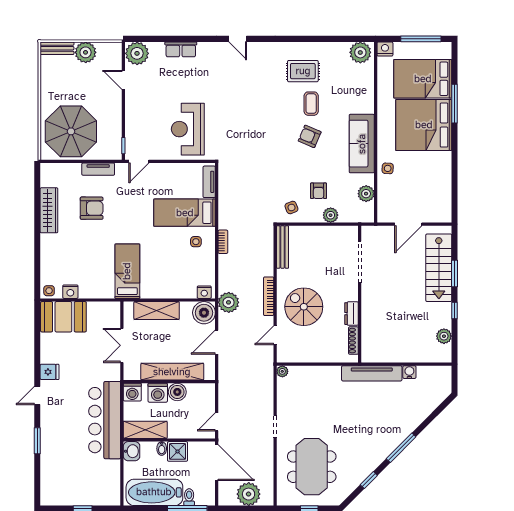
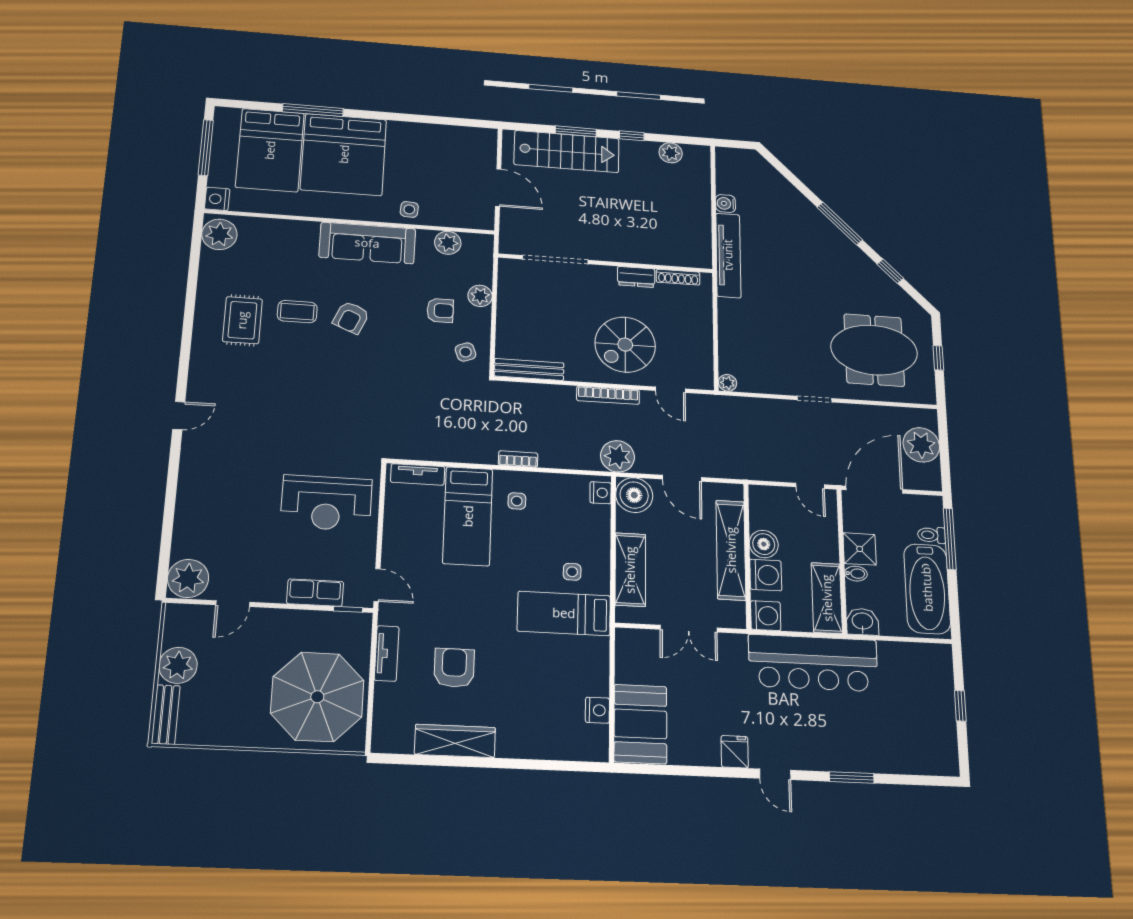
row of seats: (181, 49) -> (315, 593), moved, turned -90
side table: (49, 291) -> (572, 572), moved

